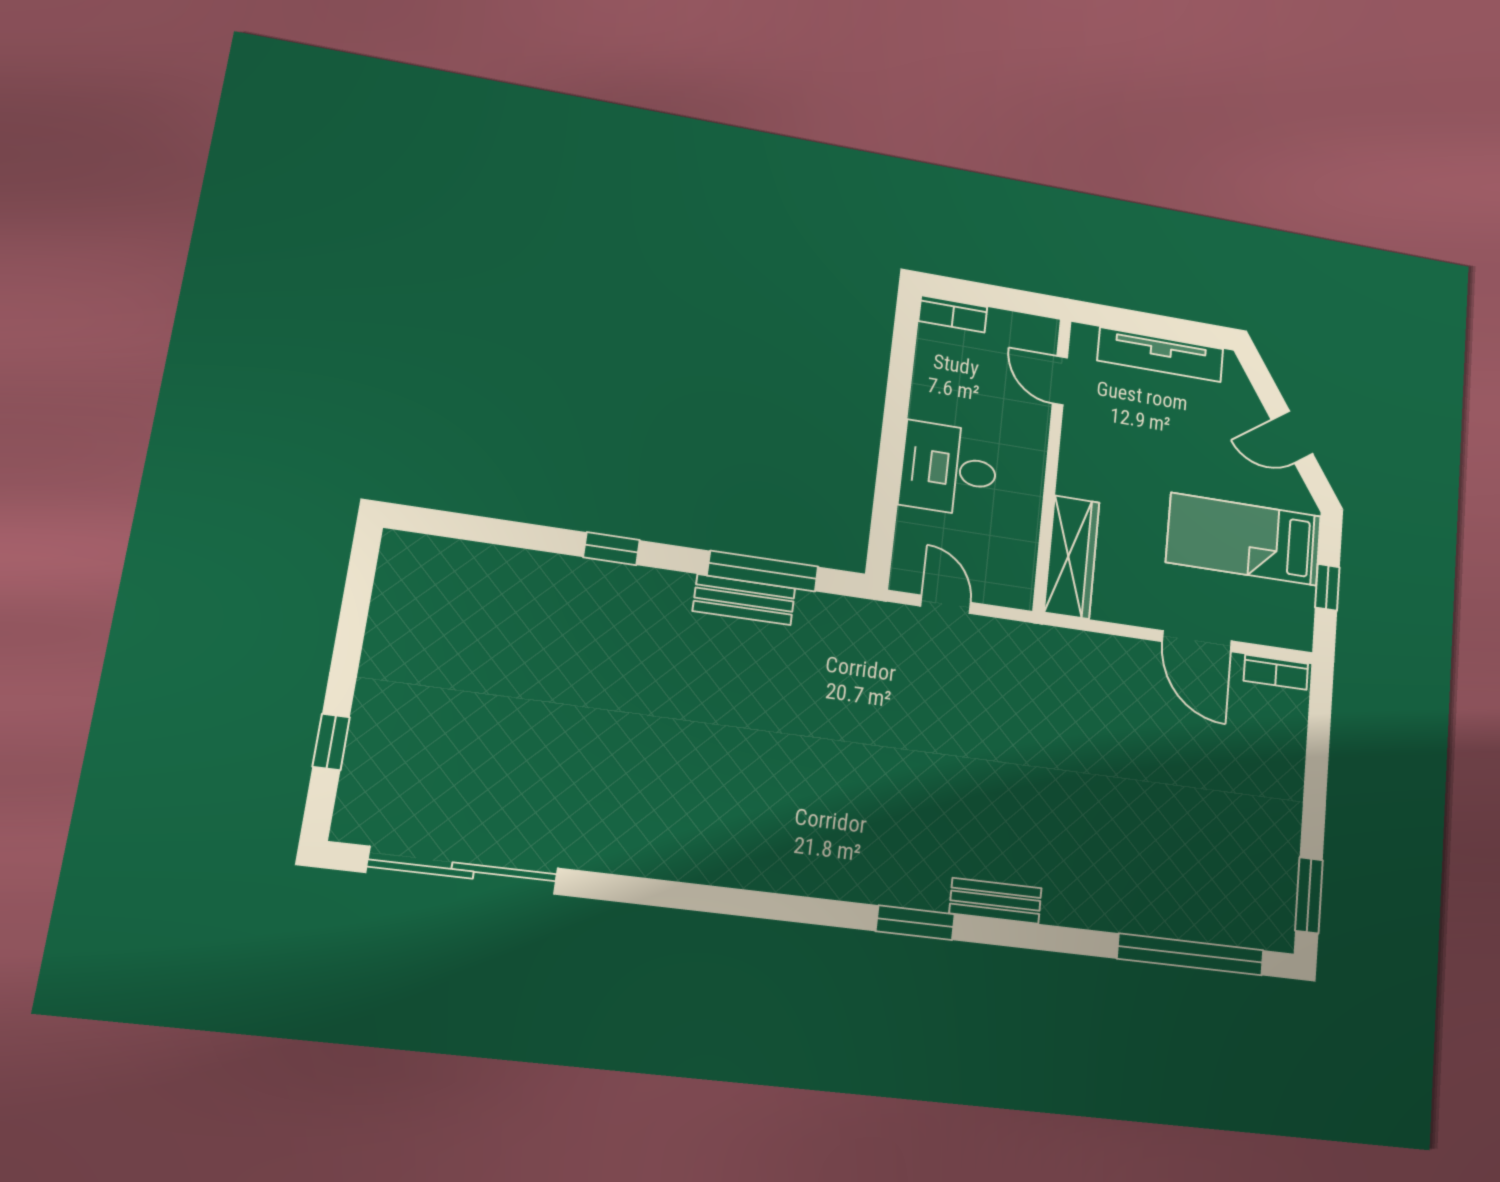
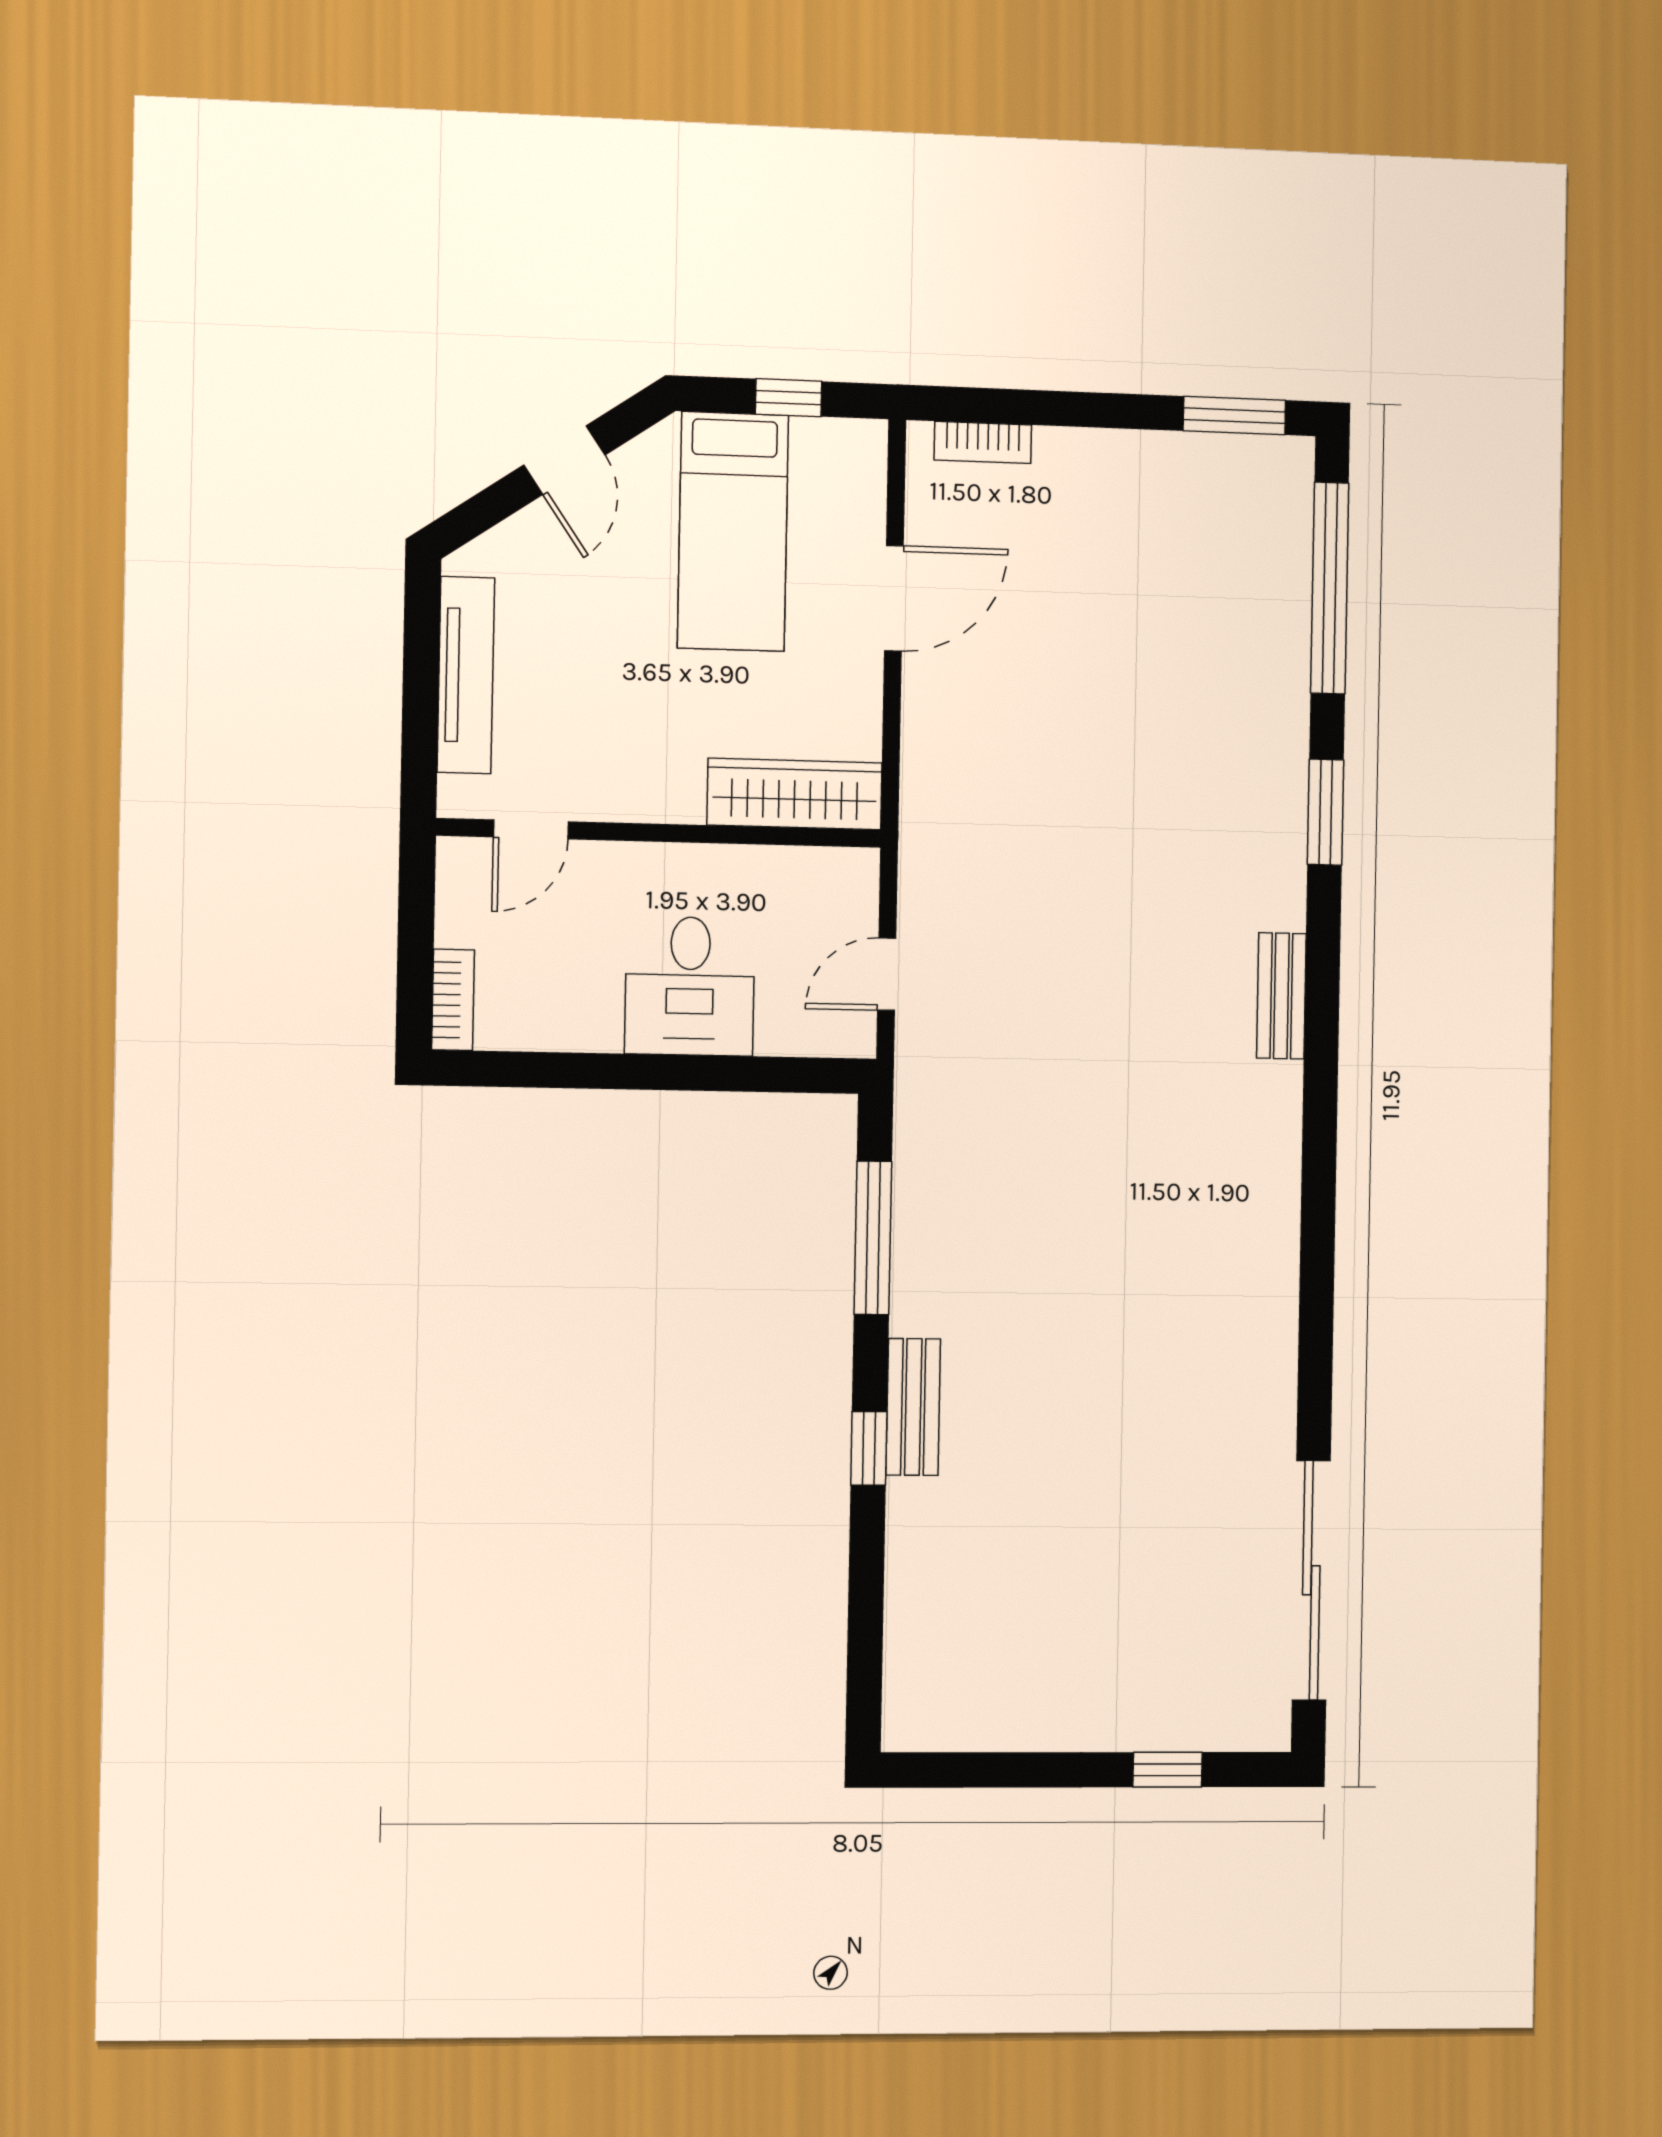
bench: (744, 600) -> (913, 1407), moved
bookcase: (1276, 672) -> (983, 442), moved, turned 90
bench: (996, 901) -> (1281, 996), moved
window: (915, 923) -> (1326, 812), moved

